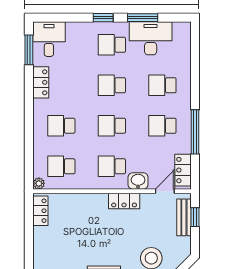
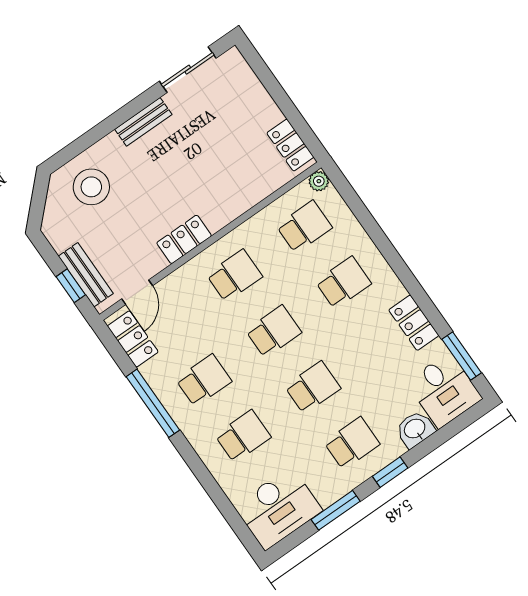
desk: (151, 38) -> (278, 508), moved
washbasin: (138, 181) -> (415, 429), moved, turned 180

